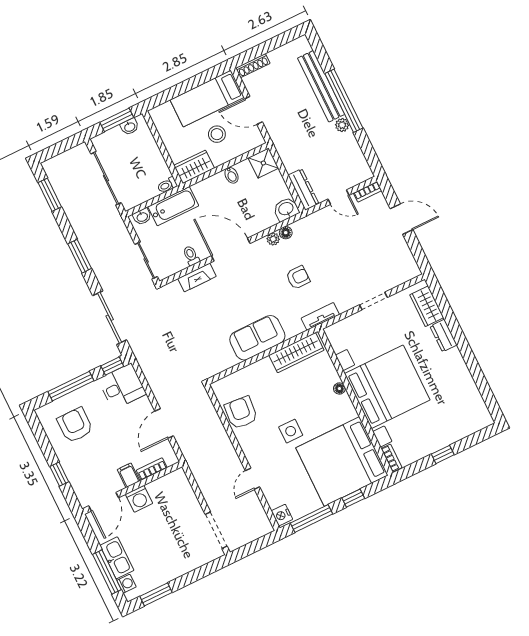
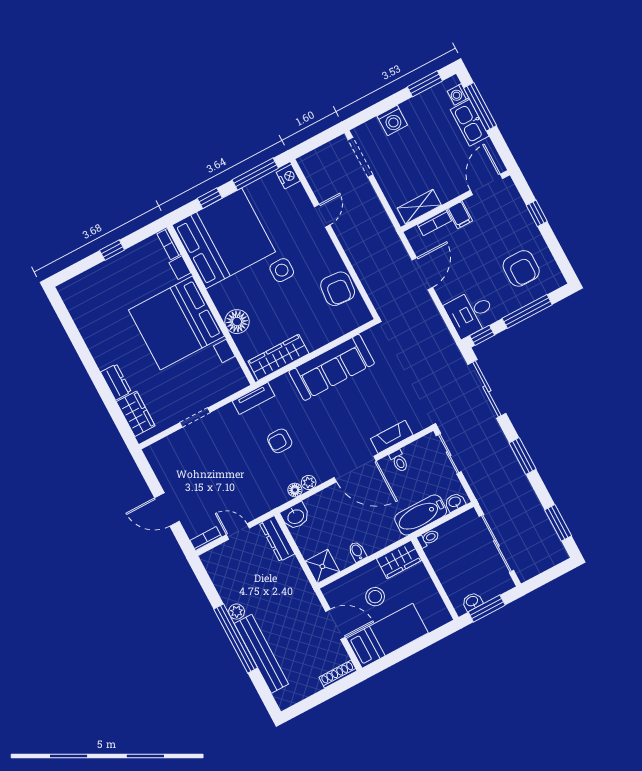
sofa: (257, 338) -> (332, 367), width x1.36
floor lamp: (339, 389) -> (237, 322), width x1.89, depth x1.89
shelving: (165, 484) -> (419, 207), added
washing machine: (139, 499) -> (392, 120), moved, turned 180

